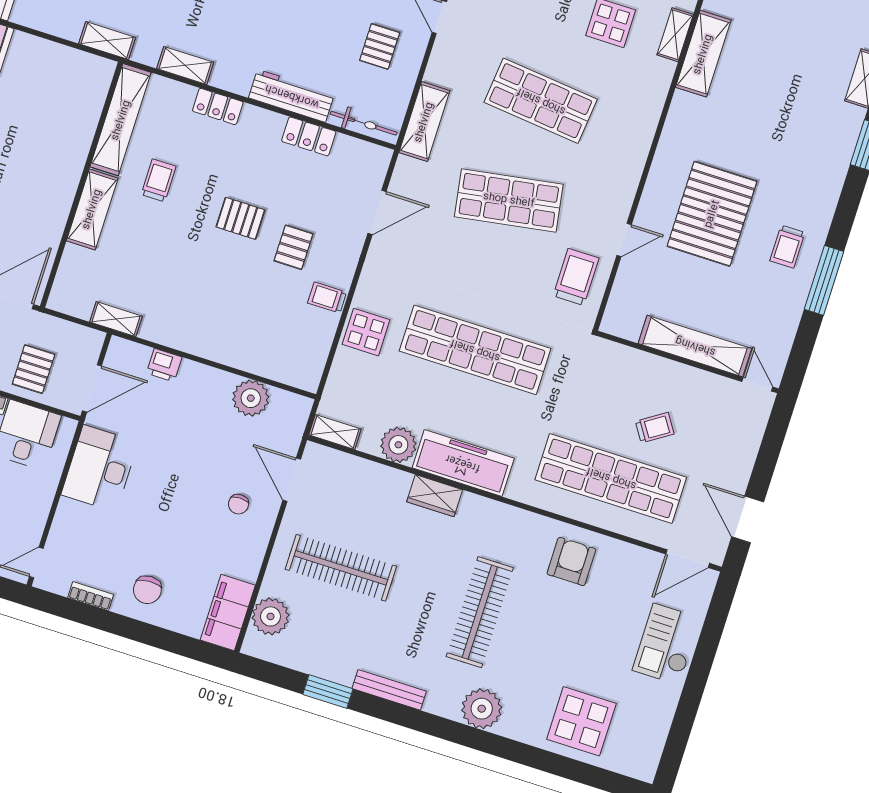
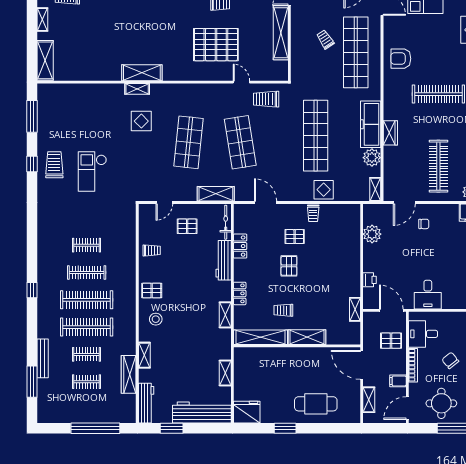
shelving: (107, 41) -> (225, 373), moved
desk: (100, 468) -> (428, 295), width x0.73

